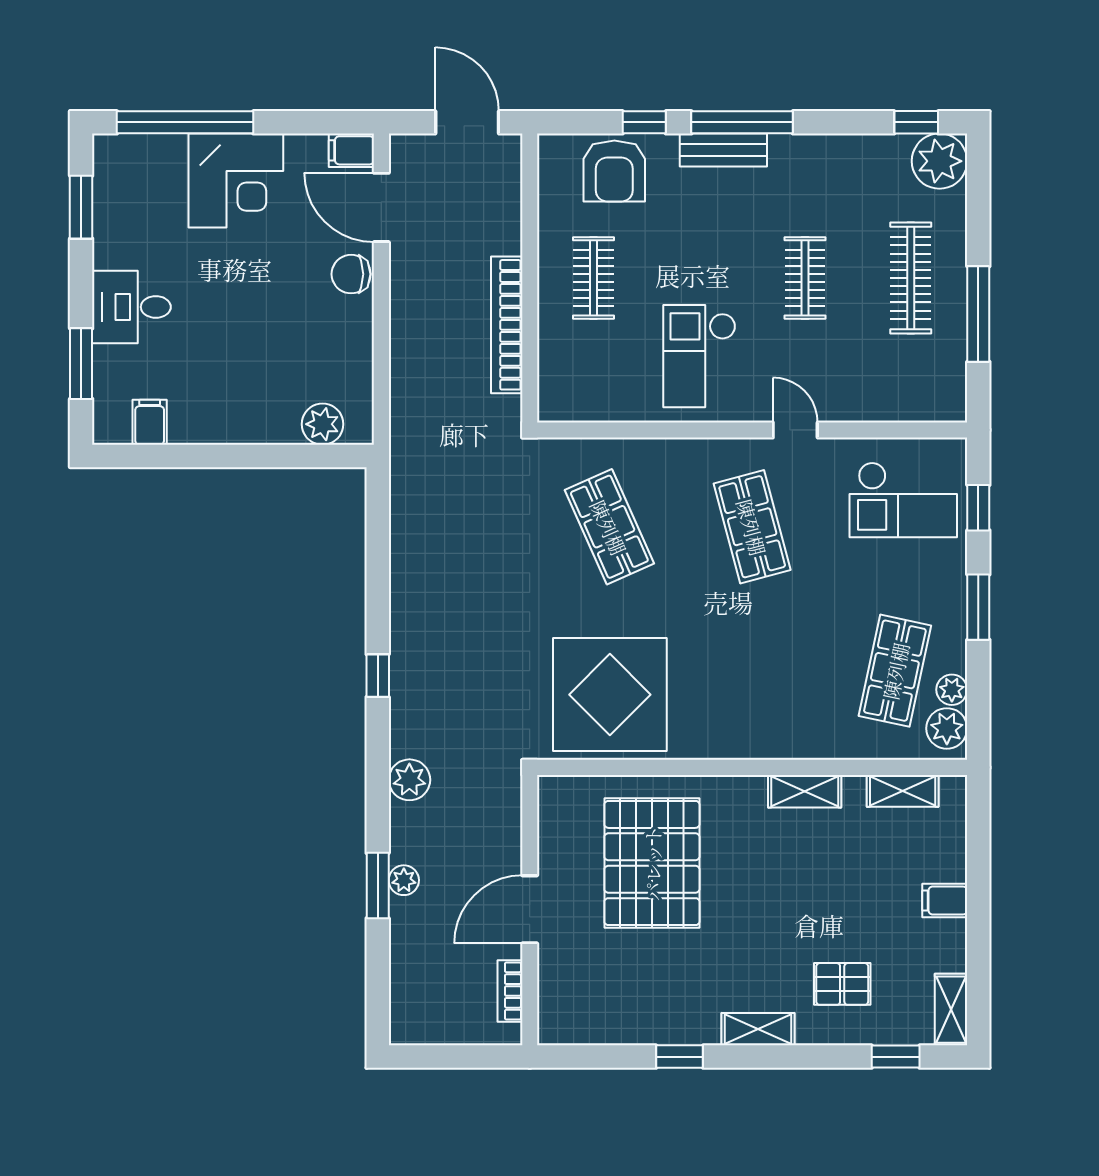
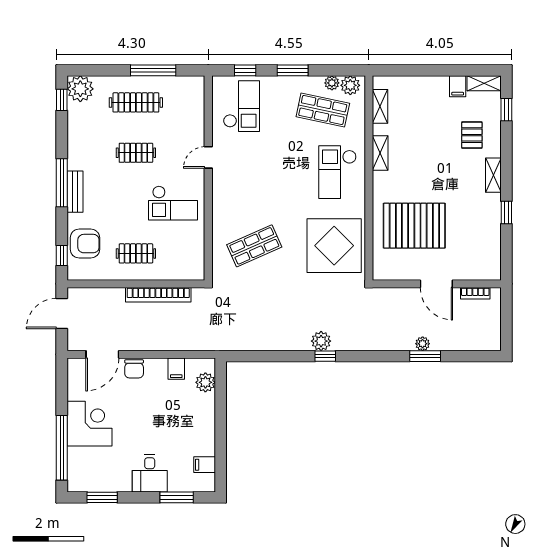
window: (644, 122) -> (62, 256), moved
filing cabinet: (351, 150) -> (176, 369), moved
shop shelf: (752, 527) -> (254, 178), removed
checkout: (764, 702) -> (337, 172), added
plant: (409, 780) -> (321, 341), moved
filing cabinet: (945, 900) -> (458, 86), moved

